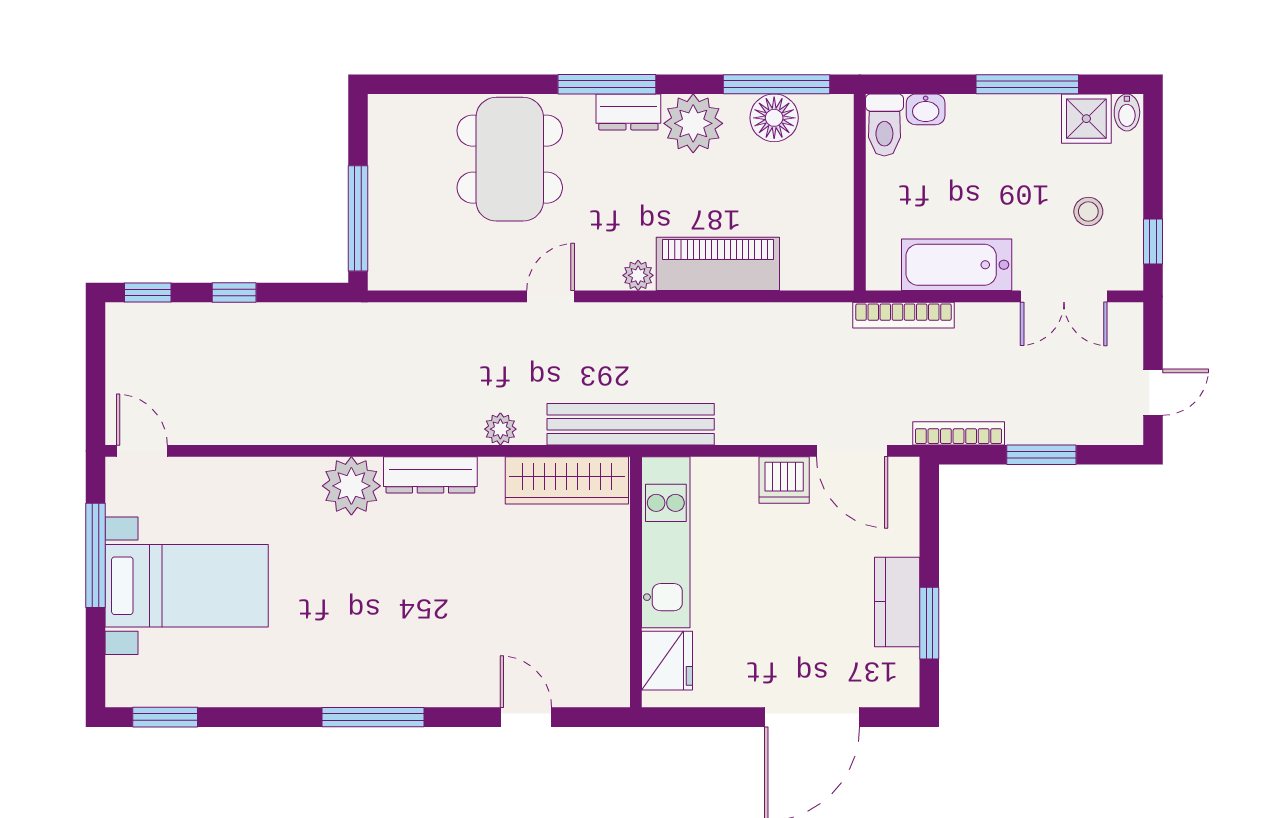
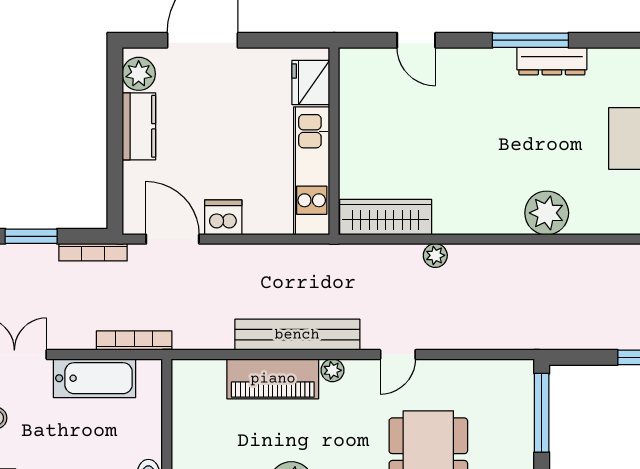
bench: (631, 424) -> (297, 335), moved
dresser: (430, 475) -> (552, 61), moved, turned 180
window: (929, 623) -> (115, 110), removed
plant: (897, 672) -> (139, 74), added

